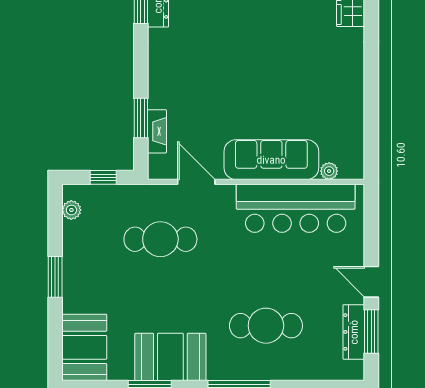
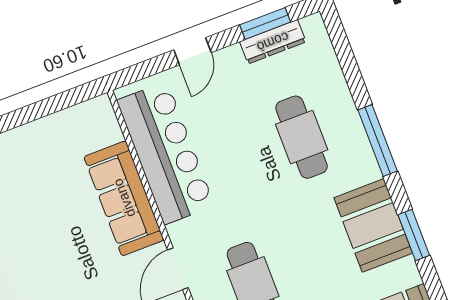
plant: (329, 171) -> (113, 133), removed
door: (371, 282) -> (193, 51), moved

